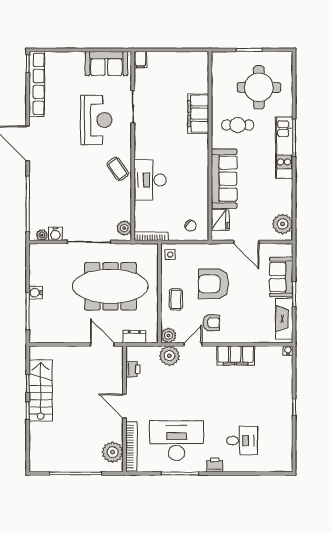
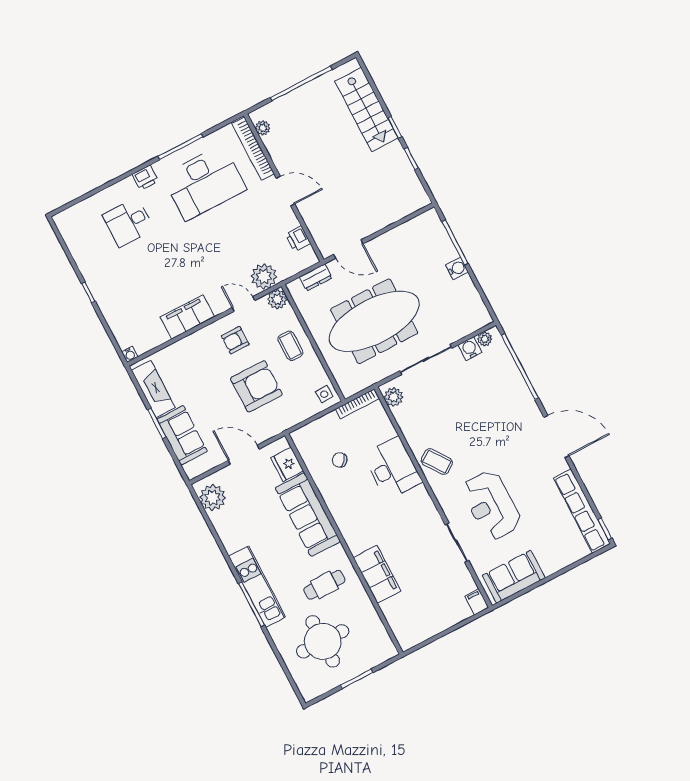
chair: (190, 226) -> (340, 460), moved
door: (193, 344) -> (243, 304), swing flipped
stairs: (41, 390) -> (366, 110), moved
plant: (113, 452) -> (263, 128), width x0.53, depth x0.53

